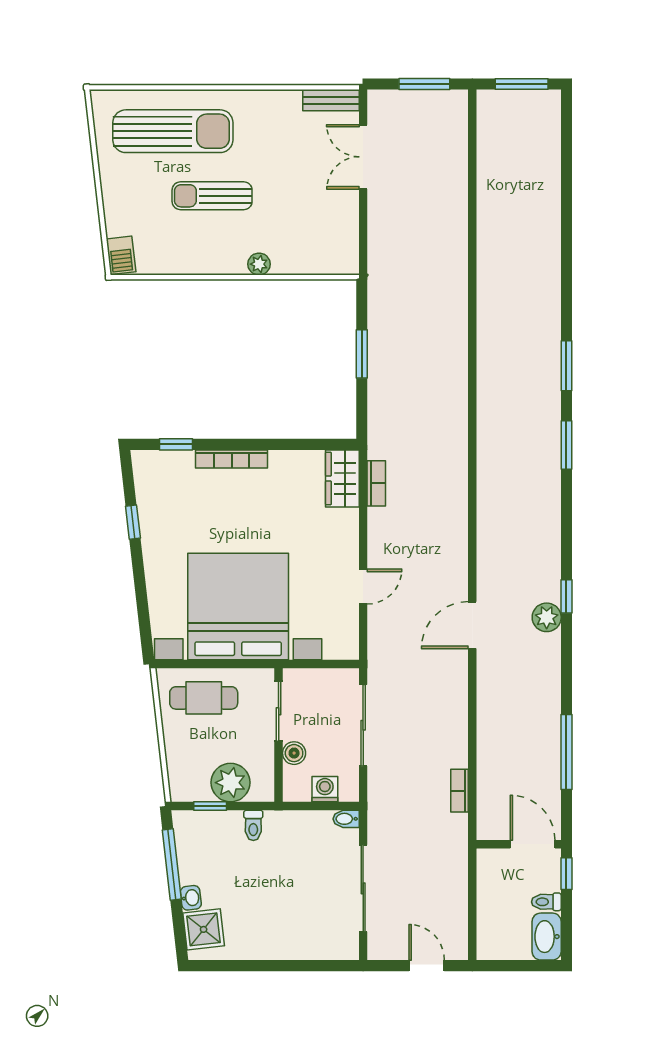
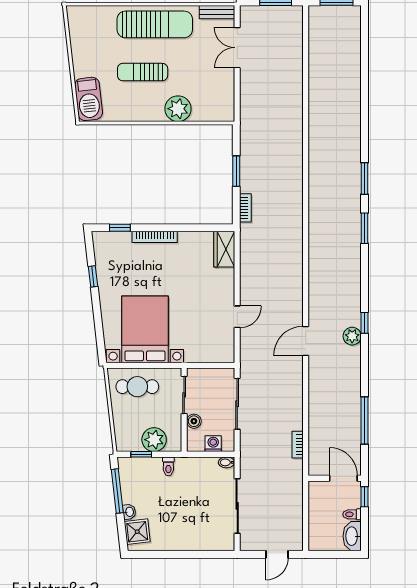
sun lounger: (173, 131) -> (155, 24), moved
barbecue: (121, 255) -> (89, 99), width x1.88, depth x1.53
plant: (259, 264) -> (178, 109), width x1.88, depth x1.88
bookcase: (376, 483) -> (245, 208), moved
bed with nightstands: (238, 607) -> (145, 329), width x0.73
door: (427, 966) -> (277, 554), swing flipped

